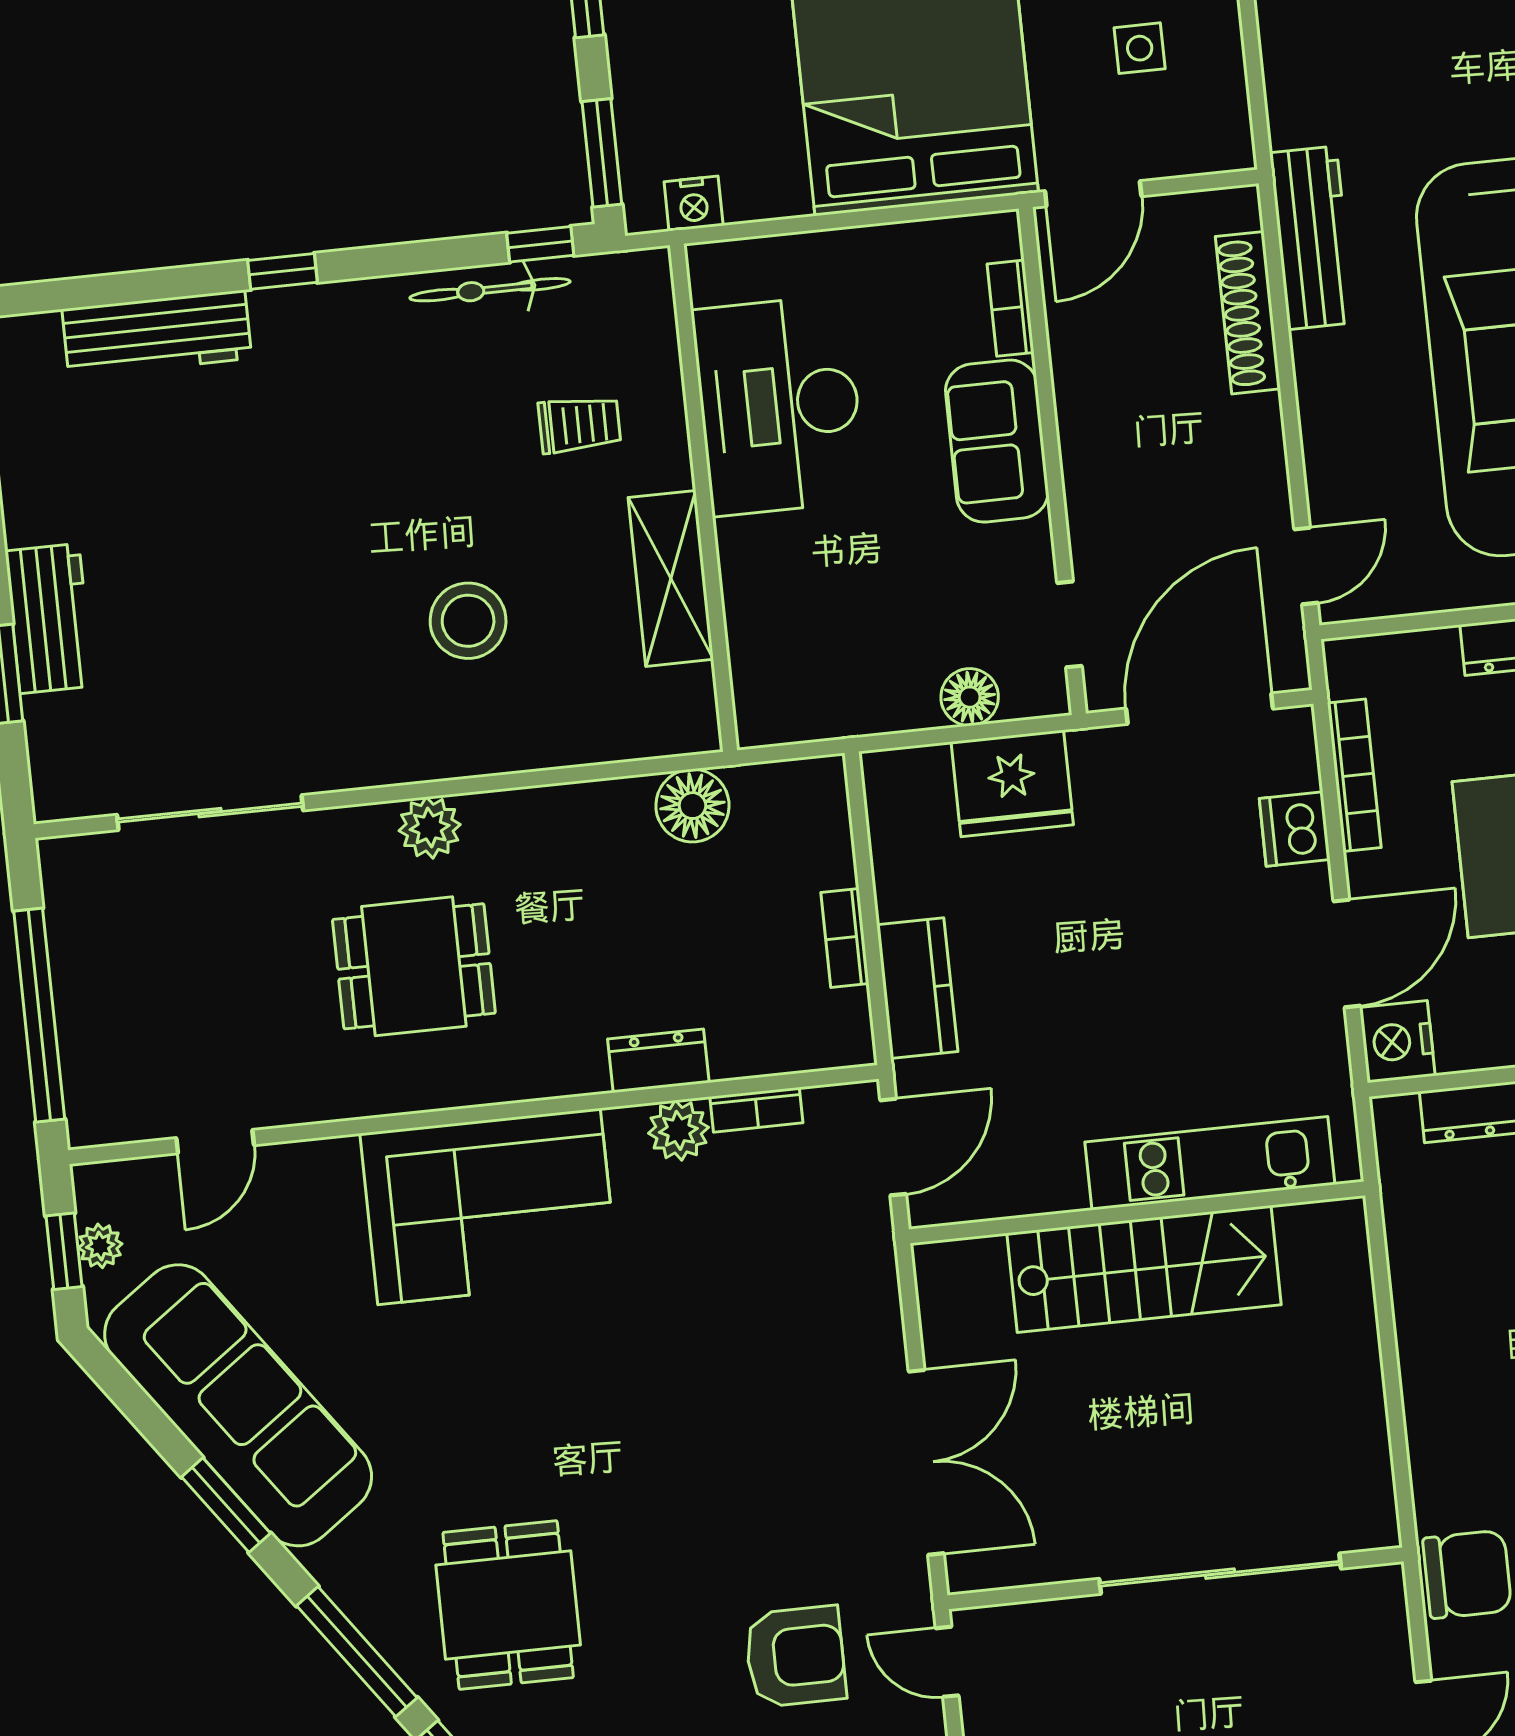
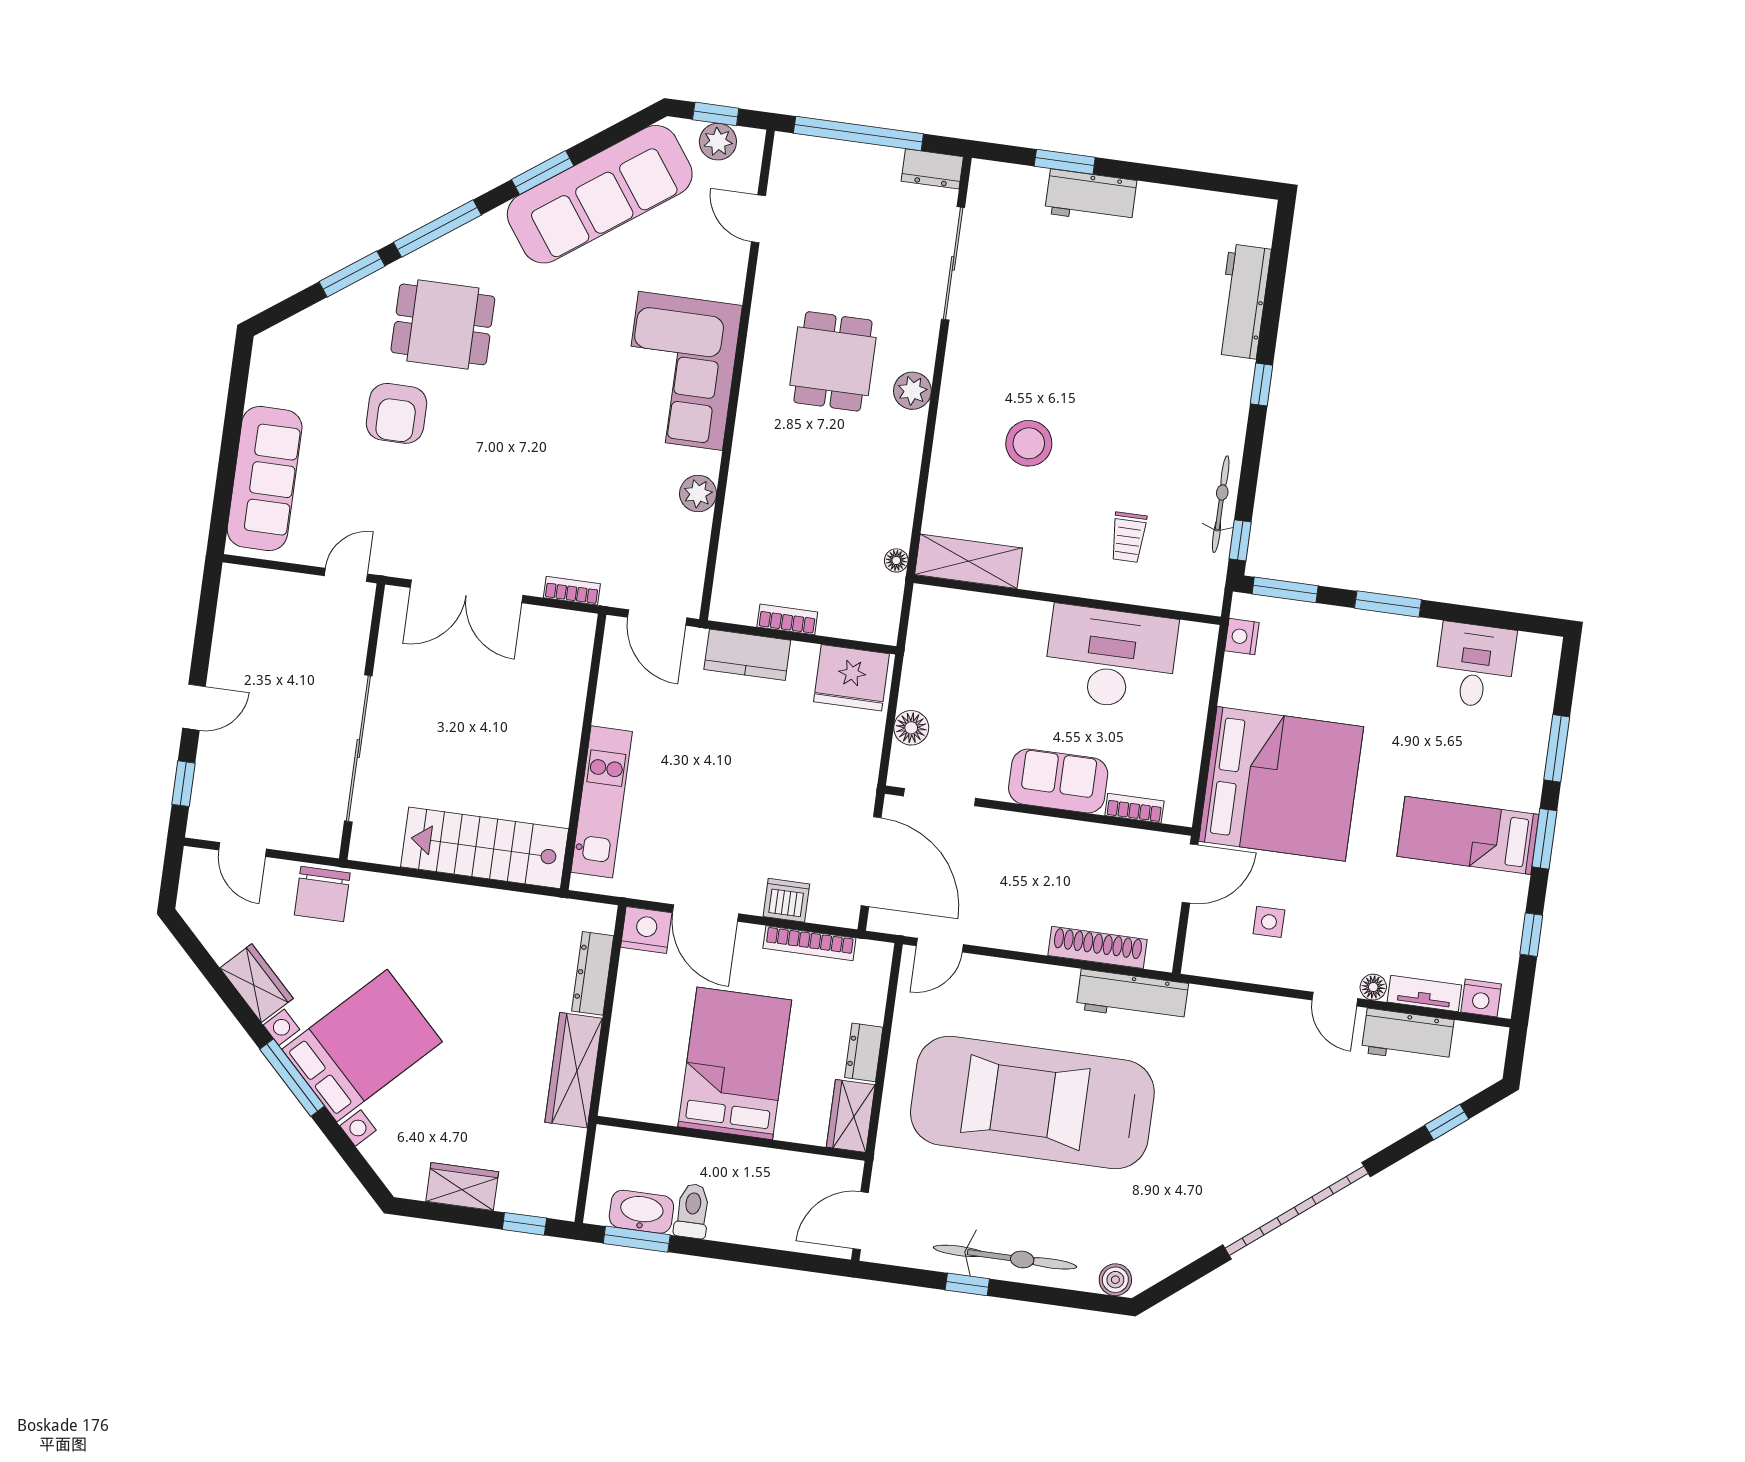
door: (1093, 194) -> (1190, 873), swing flipped
door: (1306, 566) -> (940, 945), hinge flipped
shelving: (671, 578) -> (969, 561), moved
doorway: (1069, 624) -> (940, 797), width x1.38
fridge: (1012, 783) -> (851, 678), moved, turned -90
floor lamp: (692, 806) -> (896, 560), width x0.53, depth x0.53
dresser: (658, 1061) -> (932, 169), moved, turned 90
bookcase: (756, 1110) -> (572, 591), moved, turned 90
plant: (100, 1246) -> (718, 142), width x1.38, depth x1.38
stairs: (1144, 1269) -> (485, 848), moved, turned 90
armchair: (795, 1657) -> (396, 413), moved

